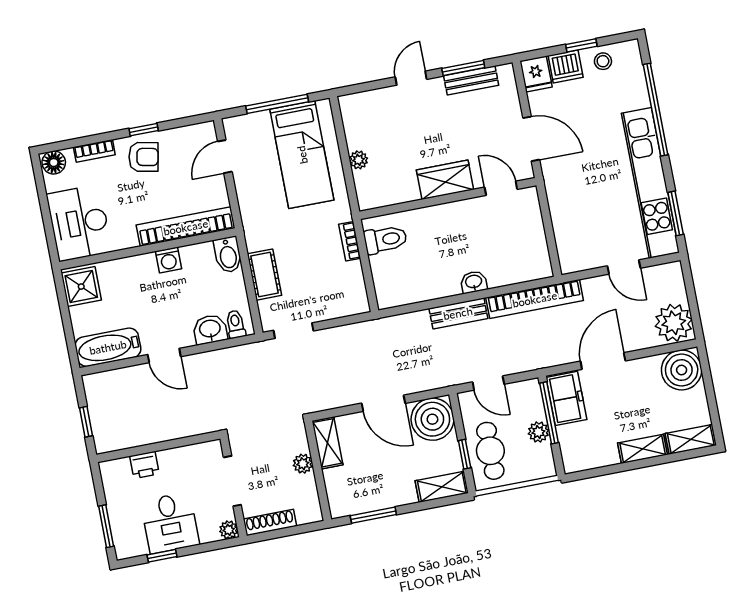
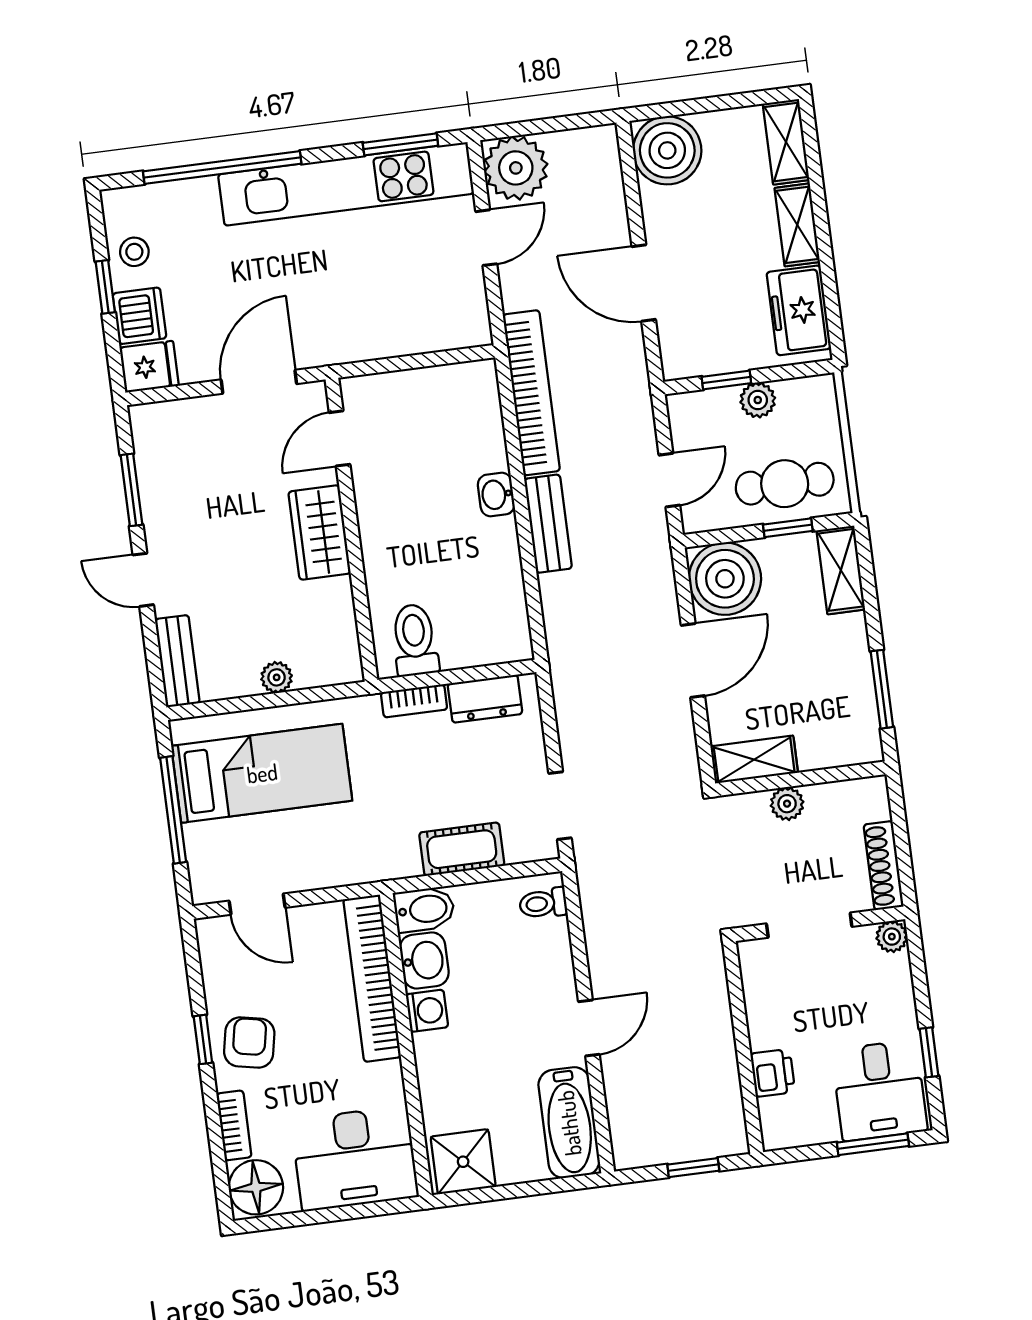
bench: (471, 80) -> (177, 661), moved
floor lamp: (54, 163) -> (256, 1187), width x1.38, depth x1.38
dresser: (353, 283) -> (485, 699), added
plant: (674, 323) -> (516, 168), moved
washbasin: (210, 329) -> (424, 960), moved, turned 180
freezer: (566, 398) -> (799, 310), moved, turned -90
window: (549, 413) -> (726, 380), width x0.46
desk: (170, 523) -> (880, 1090), moved, turned 90

